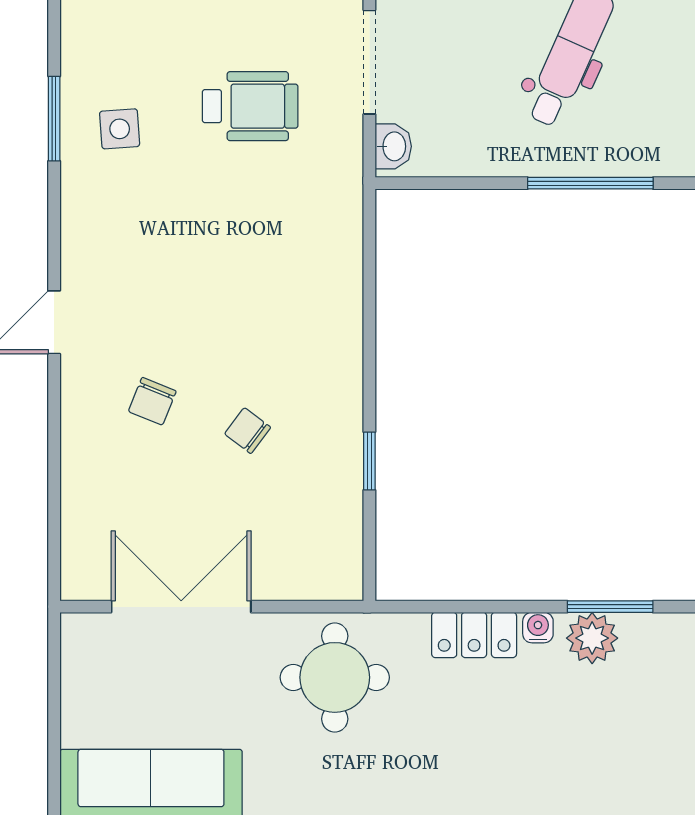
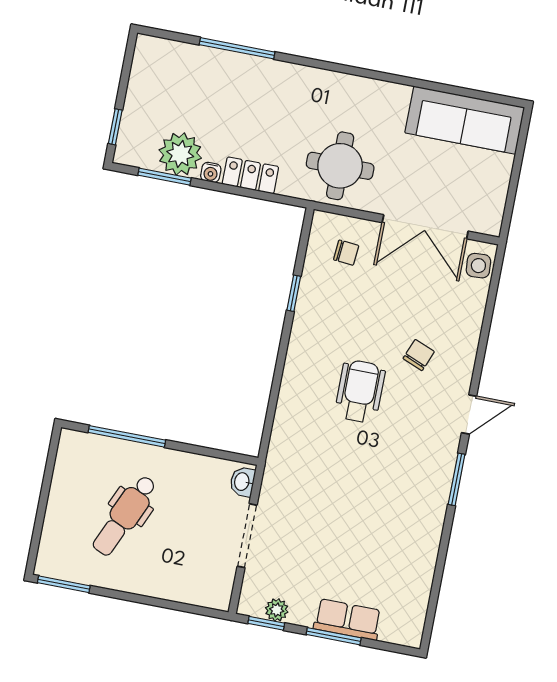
wheelchair: (250, 106) -> (360, 391), moved, turned 90
window: (54, 119) -> (457, 479), moved
side table: (120, 129) -> (478, 266), moved
chair: (248, 431) -> (346, 253), moved, turned -32
plant: (592, 638) -> (180, 154), width x1.36, depth x1.36

